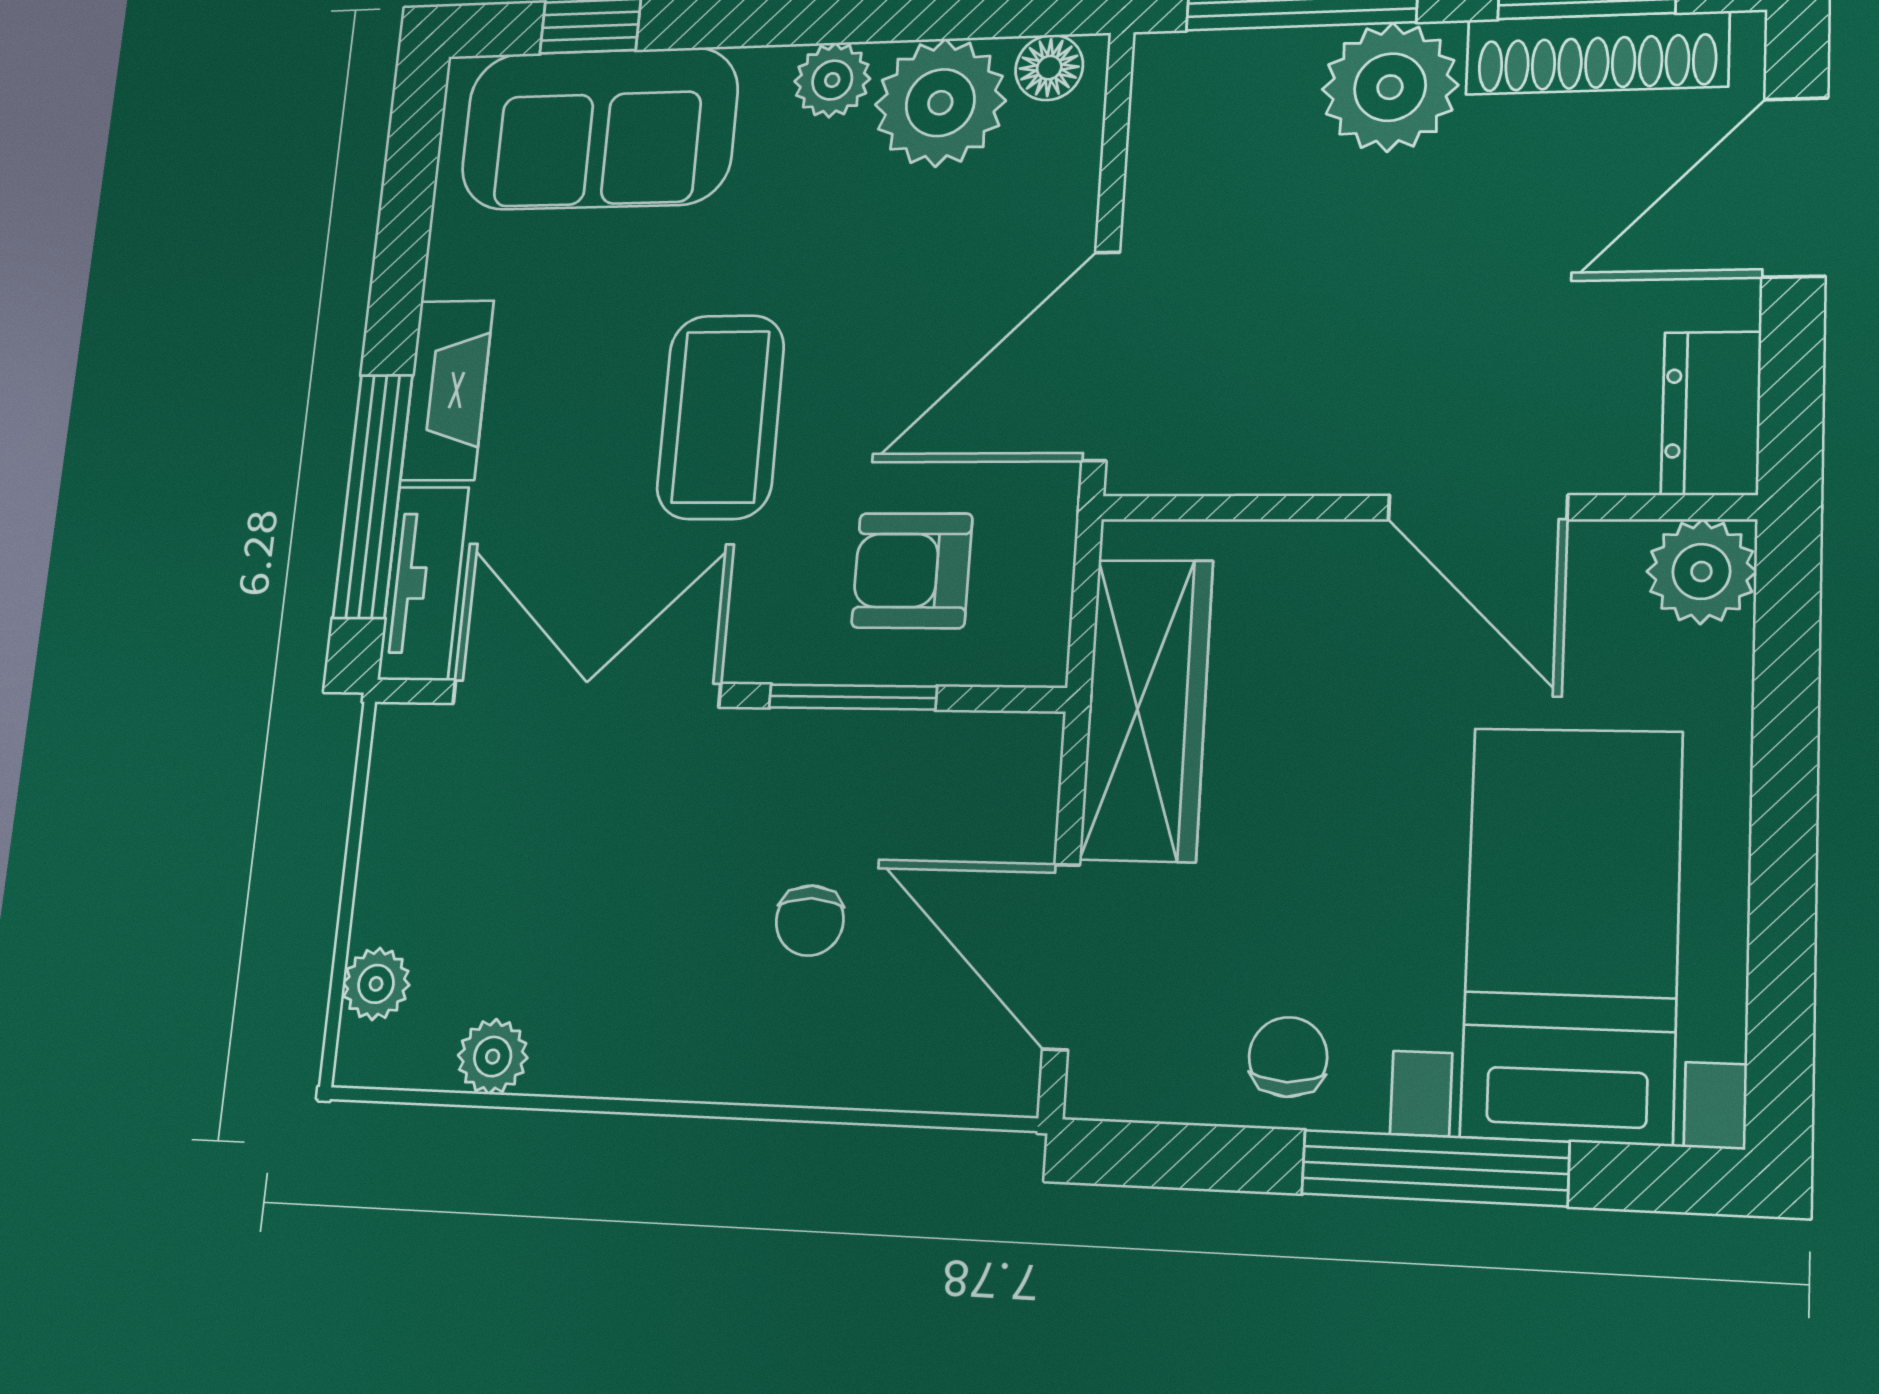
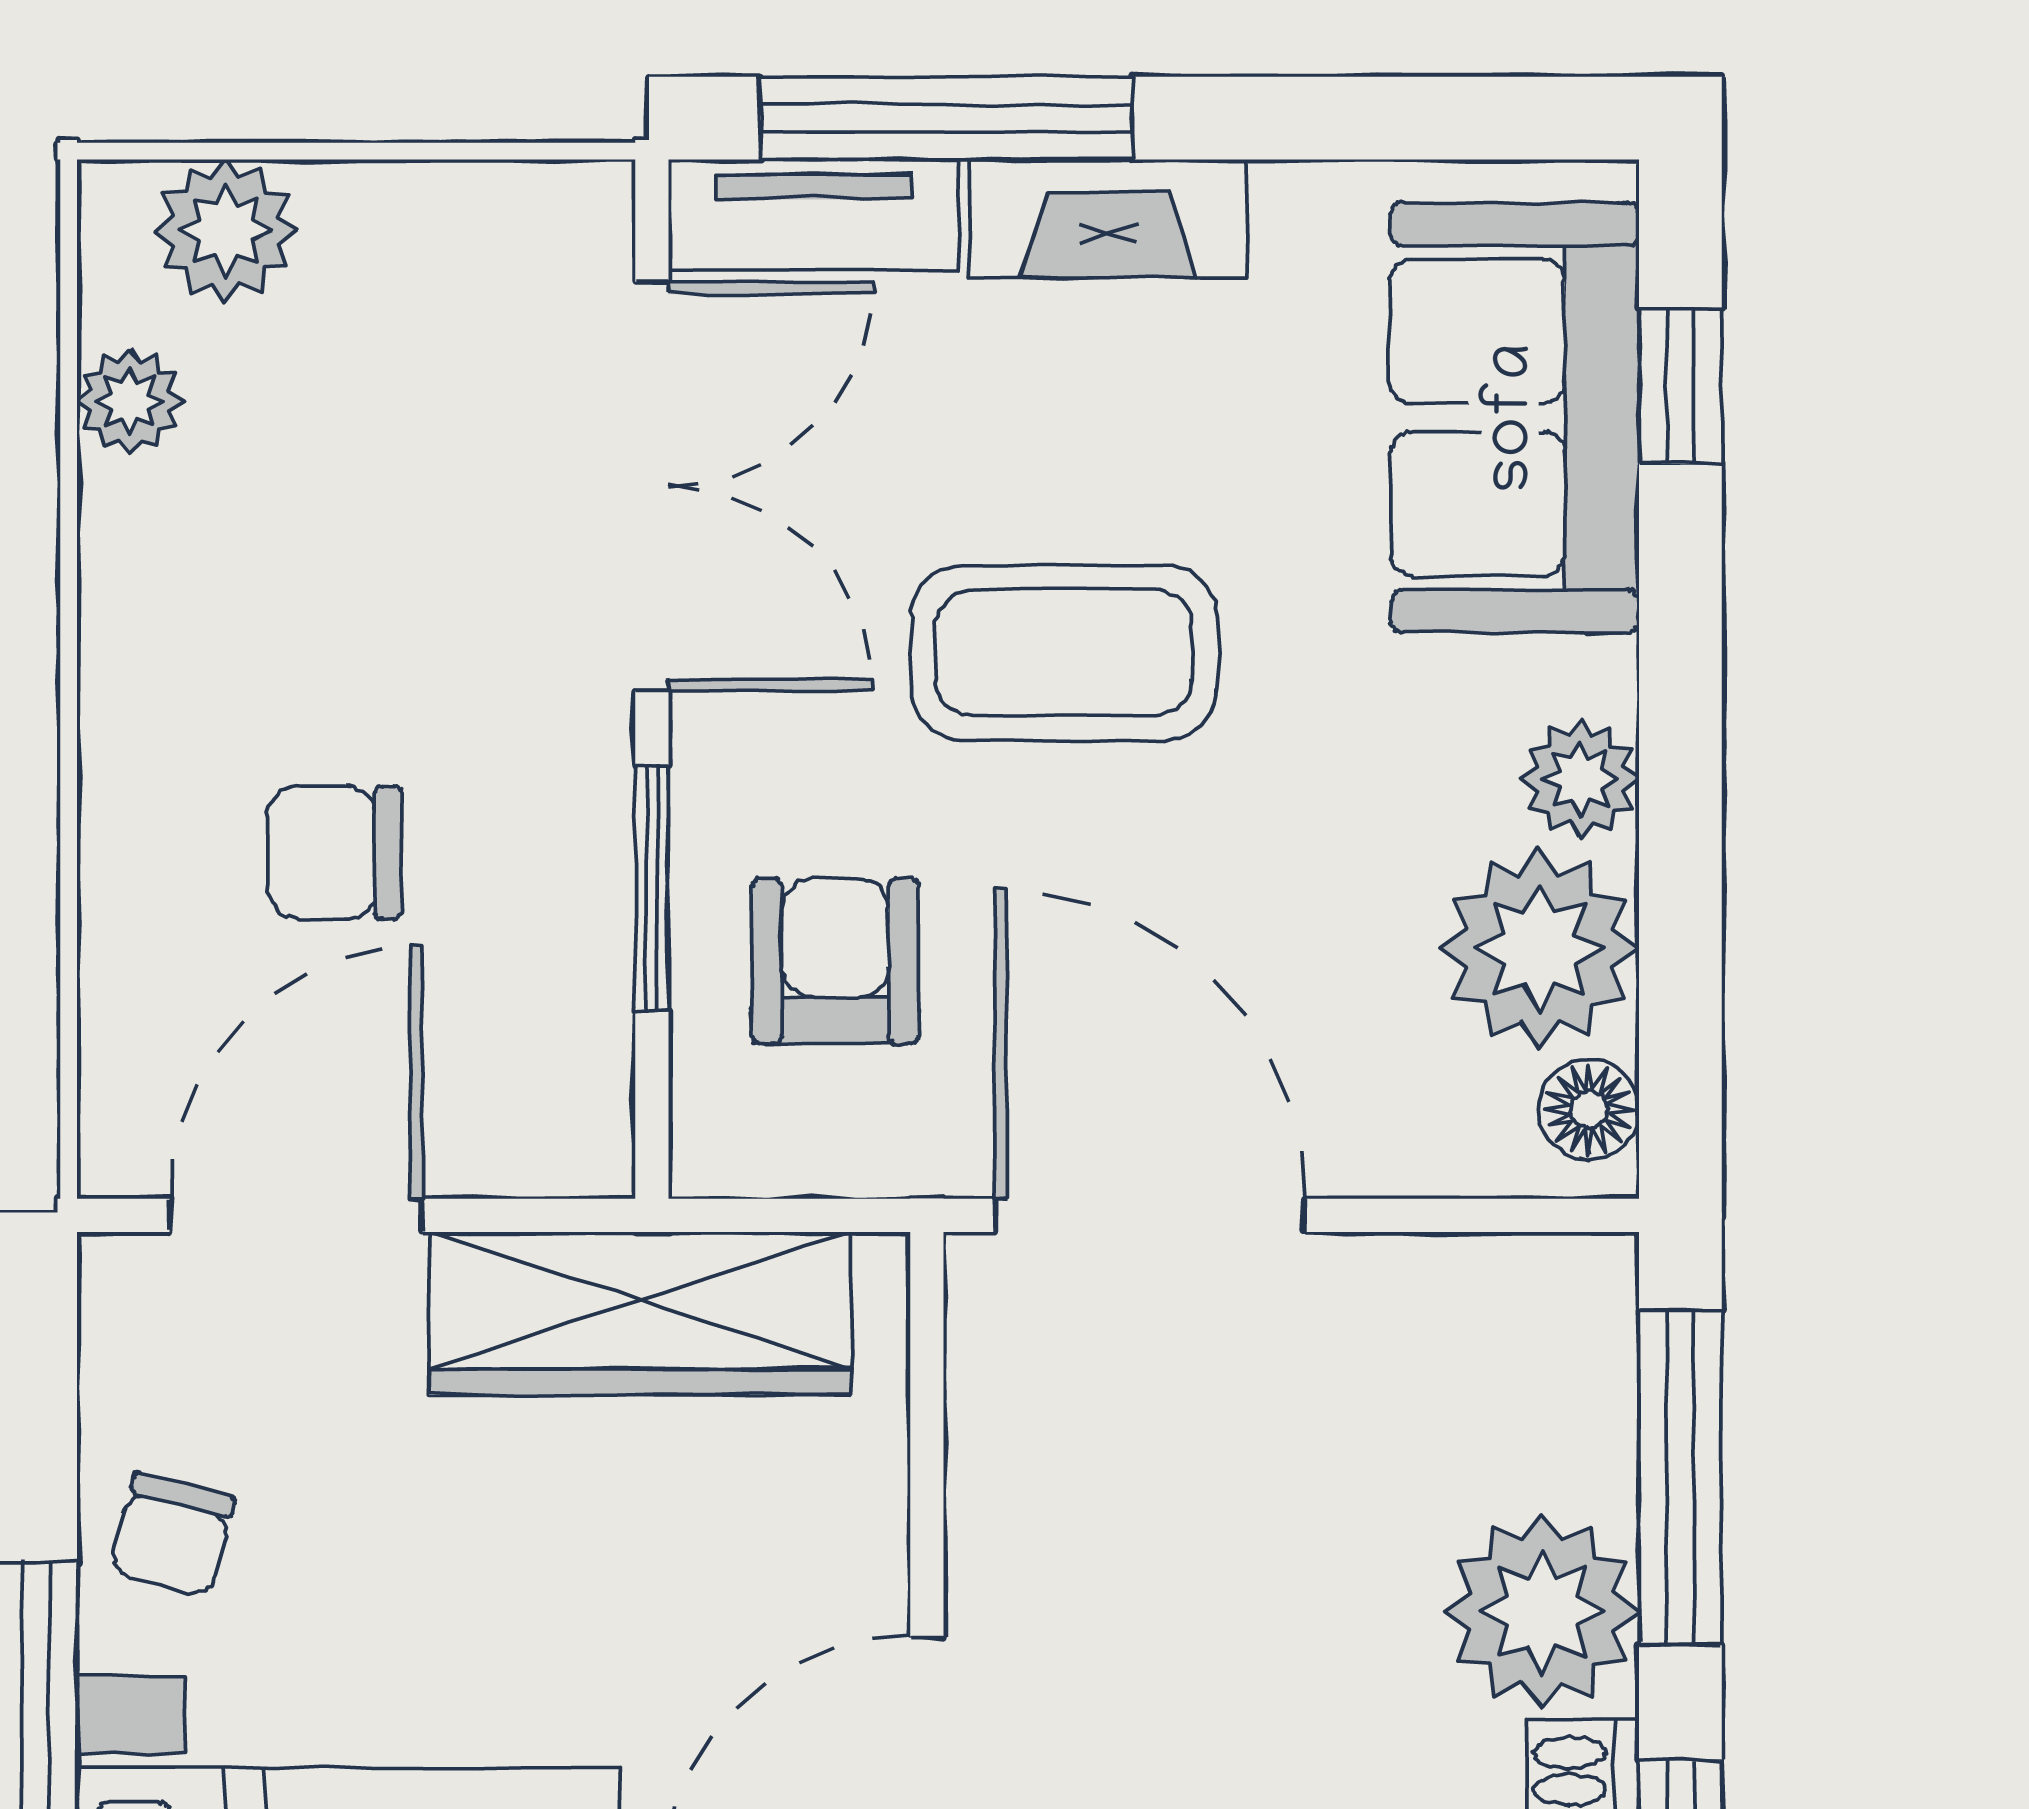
chair: (810, 921) -> (335, 852), width x1.37, depth x1.37
plant: (376, 984) -> (226, 230), width x1.38, depth x1.38
chair: (1288, 1057) -> (172, 1535), turned 105

